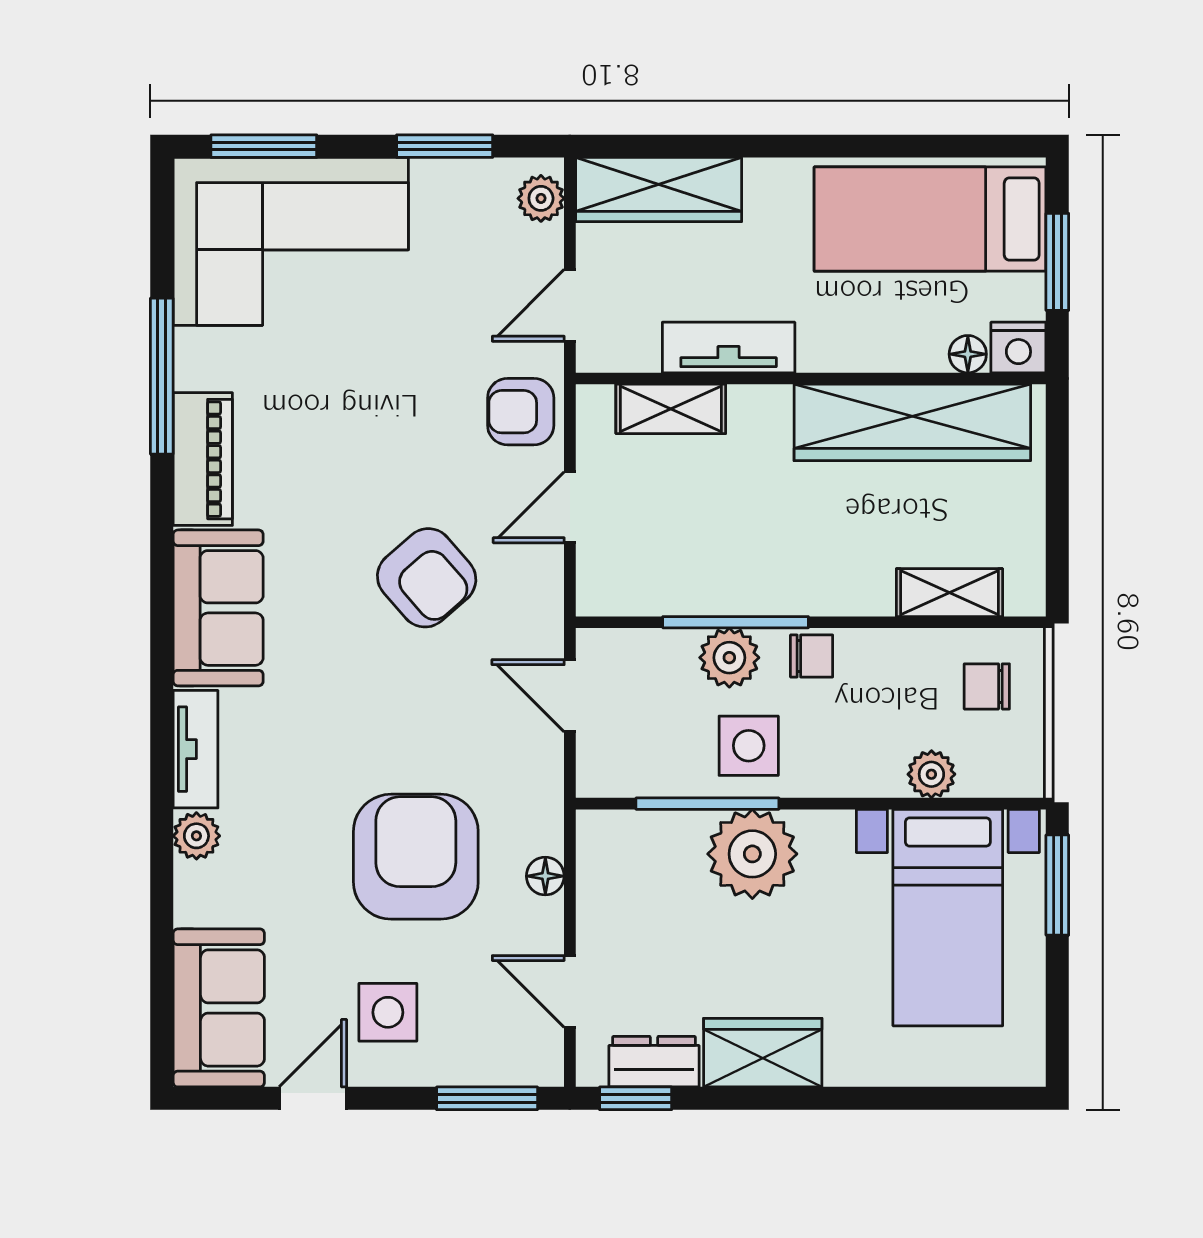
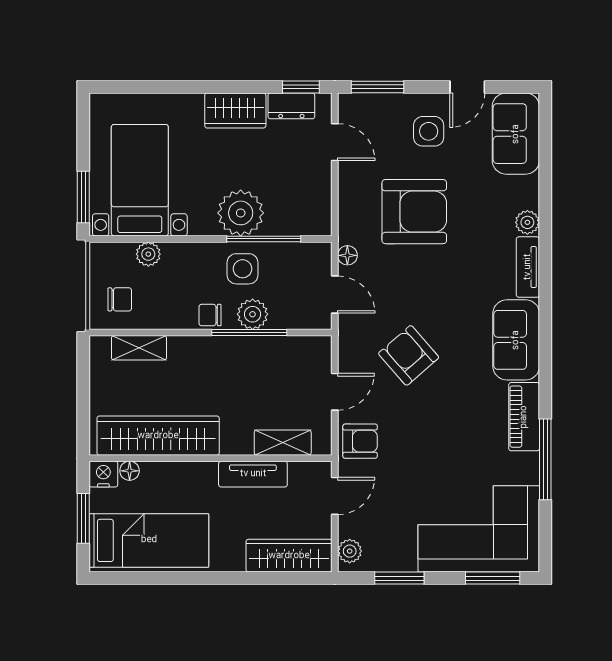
armchair: (416, 857) -> (414, 212), turned -90
floor lamp: (545, 876) -> (347, 255), moved

